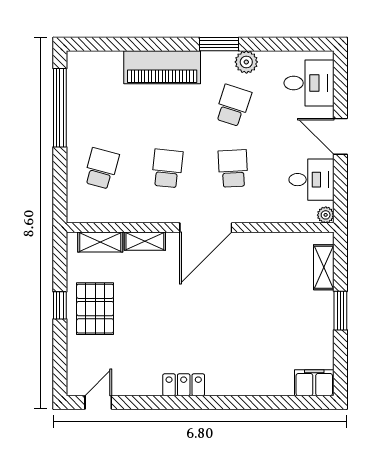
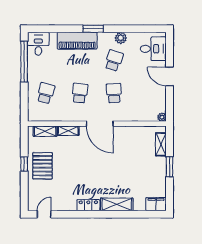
window: (219, 44) -> (93, 29), moved
desk: (311, 180) -> (38, 44), moved, turned -90
door: (206, 228) -> (100, 124), hinge flipped
shelving: (238, 383) -> (117, 204), added

